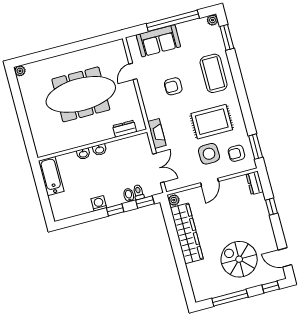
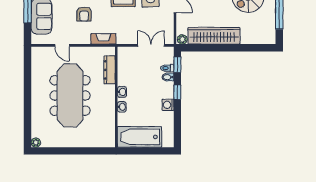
dresser: (125, 129) -> (110, 70), width x1.44
fireplace: (157, 133) -> (103, 39), moved
bathtub: (51, 176) -> (140, 137), width x1.36, depth x1.36

